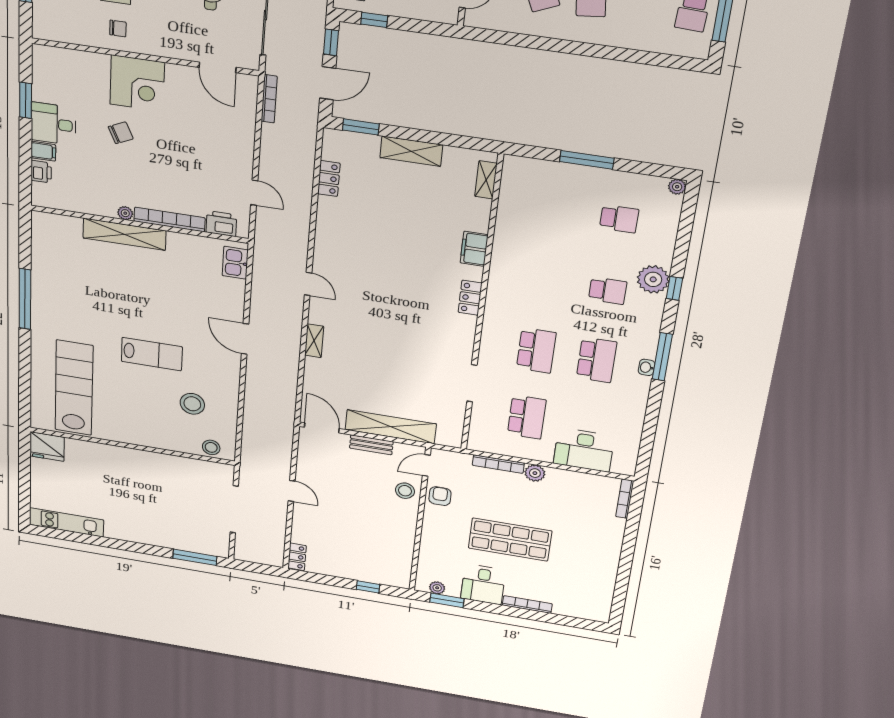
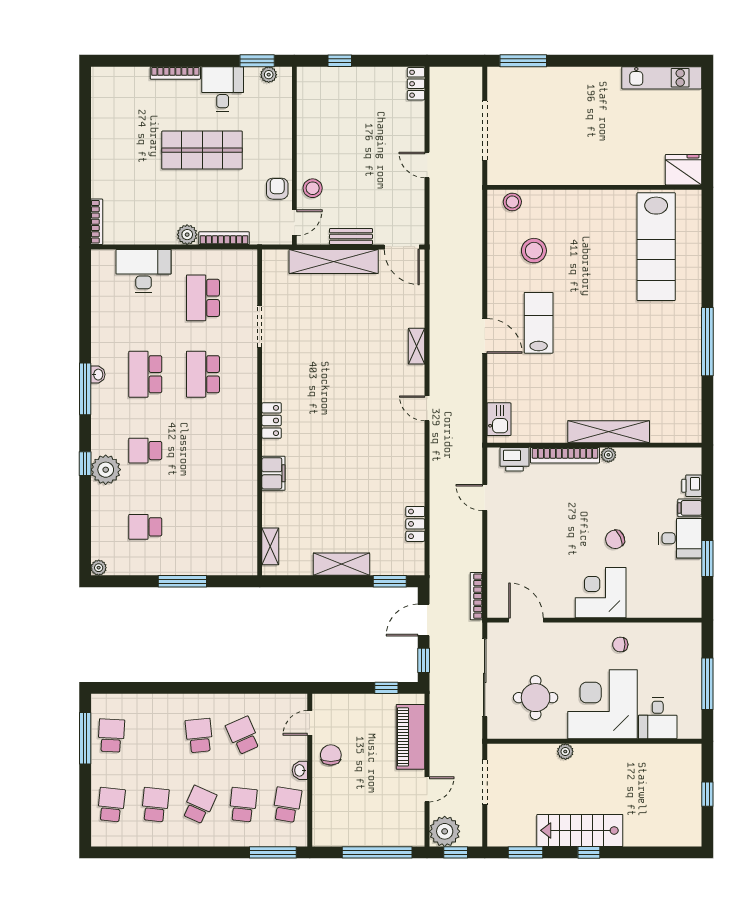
lab bench: (152, 354) -> (539, 323), moved, turned 90
armchair: (440, 496) -> (277, 189), turned 180

